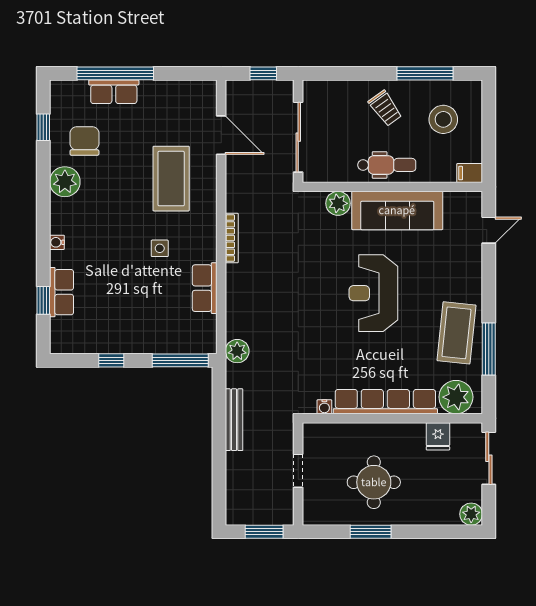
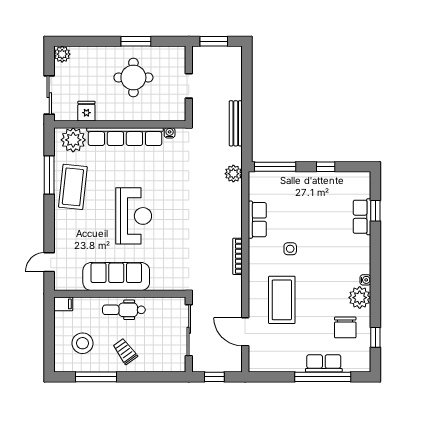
plant: (338, 203) -> (160, 282), removed
water cooler: (57, 242) -> (365, 280), moved

